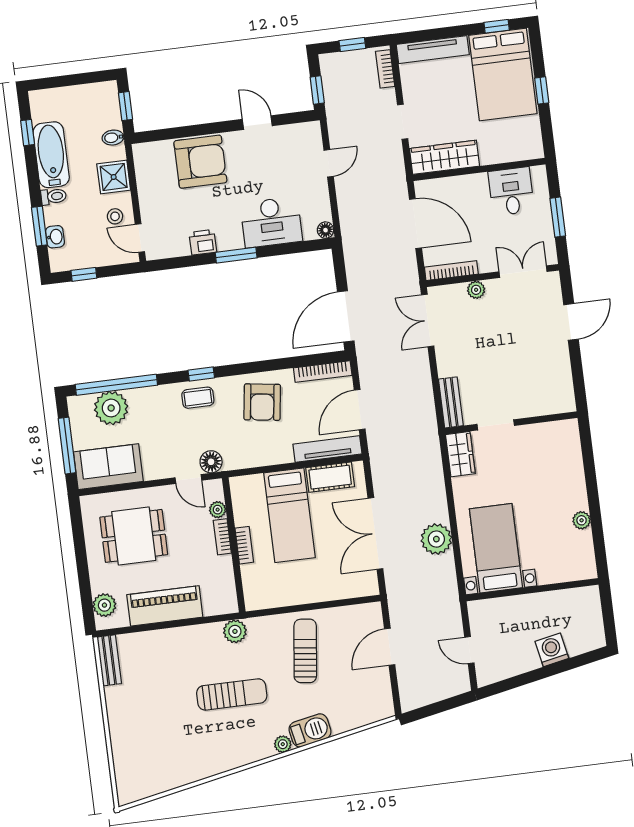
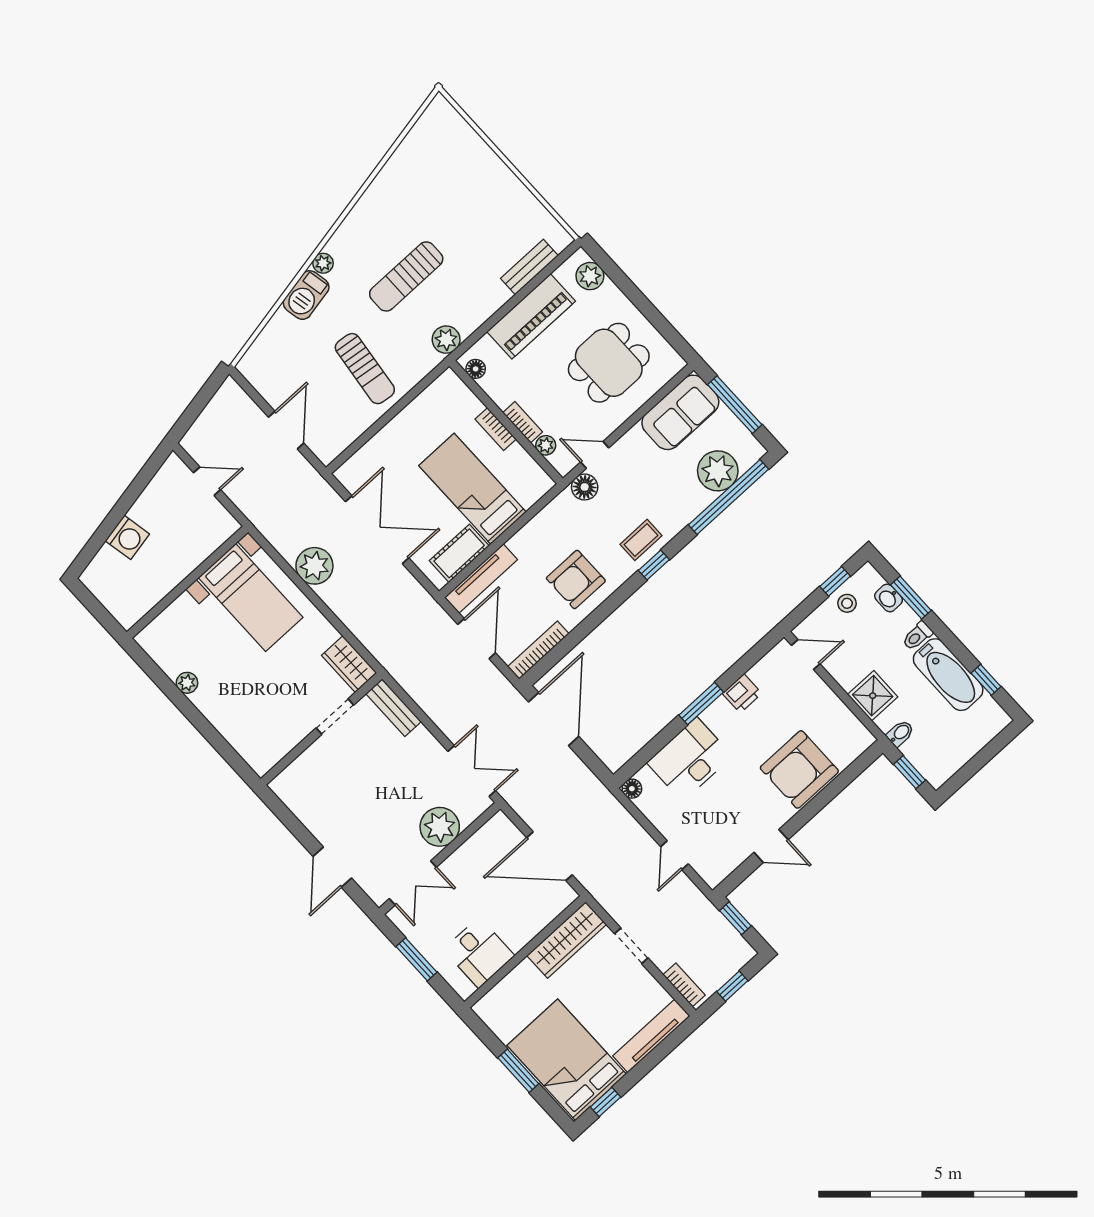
window: (542, 90) -> (518, 1071), width x1.50
stool: (115, 216) -> (847, 603), moved
bookcase: (451, 271) -> (483, 835), removed
plant: (476, 290) -> (440, 827), width x1.87, depth x1.87
armchair: (262, 402) -> (576, 579), turned -98
floor lamp: (229, 597) -> (476, 369), added
bench: (109, 660) -> (529, 267), moved, turned 90

